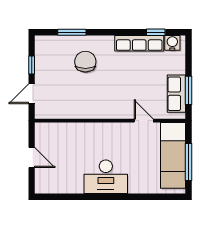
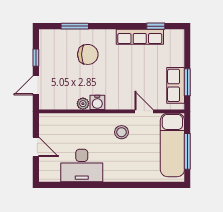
water cooler: (172, 43) -> (97, 102), moved, turned 180
chair: (85, 62) -> (88, 54), turned 90
plant: (80, 113) -> (83, 104), added
stool: (120, 142) -> (122, 132), added
desk: (106, 177) -> (82, 166), moved

